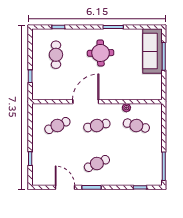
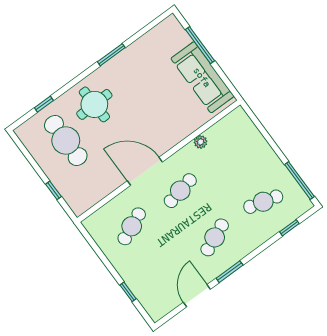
sofa: (152, 51) -> (202, 77), moved
round table: (101, 53) -> (94, 104), moved
cafe table: (56, 55) -> (66, 141), width x1.37, depth x1.35
door: (86, 102) -> (145, 171), hinge flipped
cafe table: (136, 125) -> (263, 202), moved
door: (65, 187) -> (197, 296), hinge flipped

